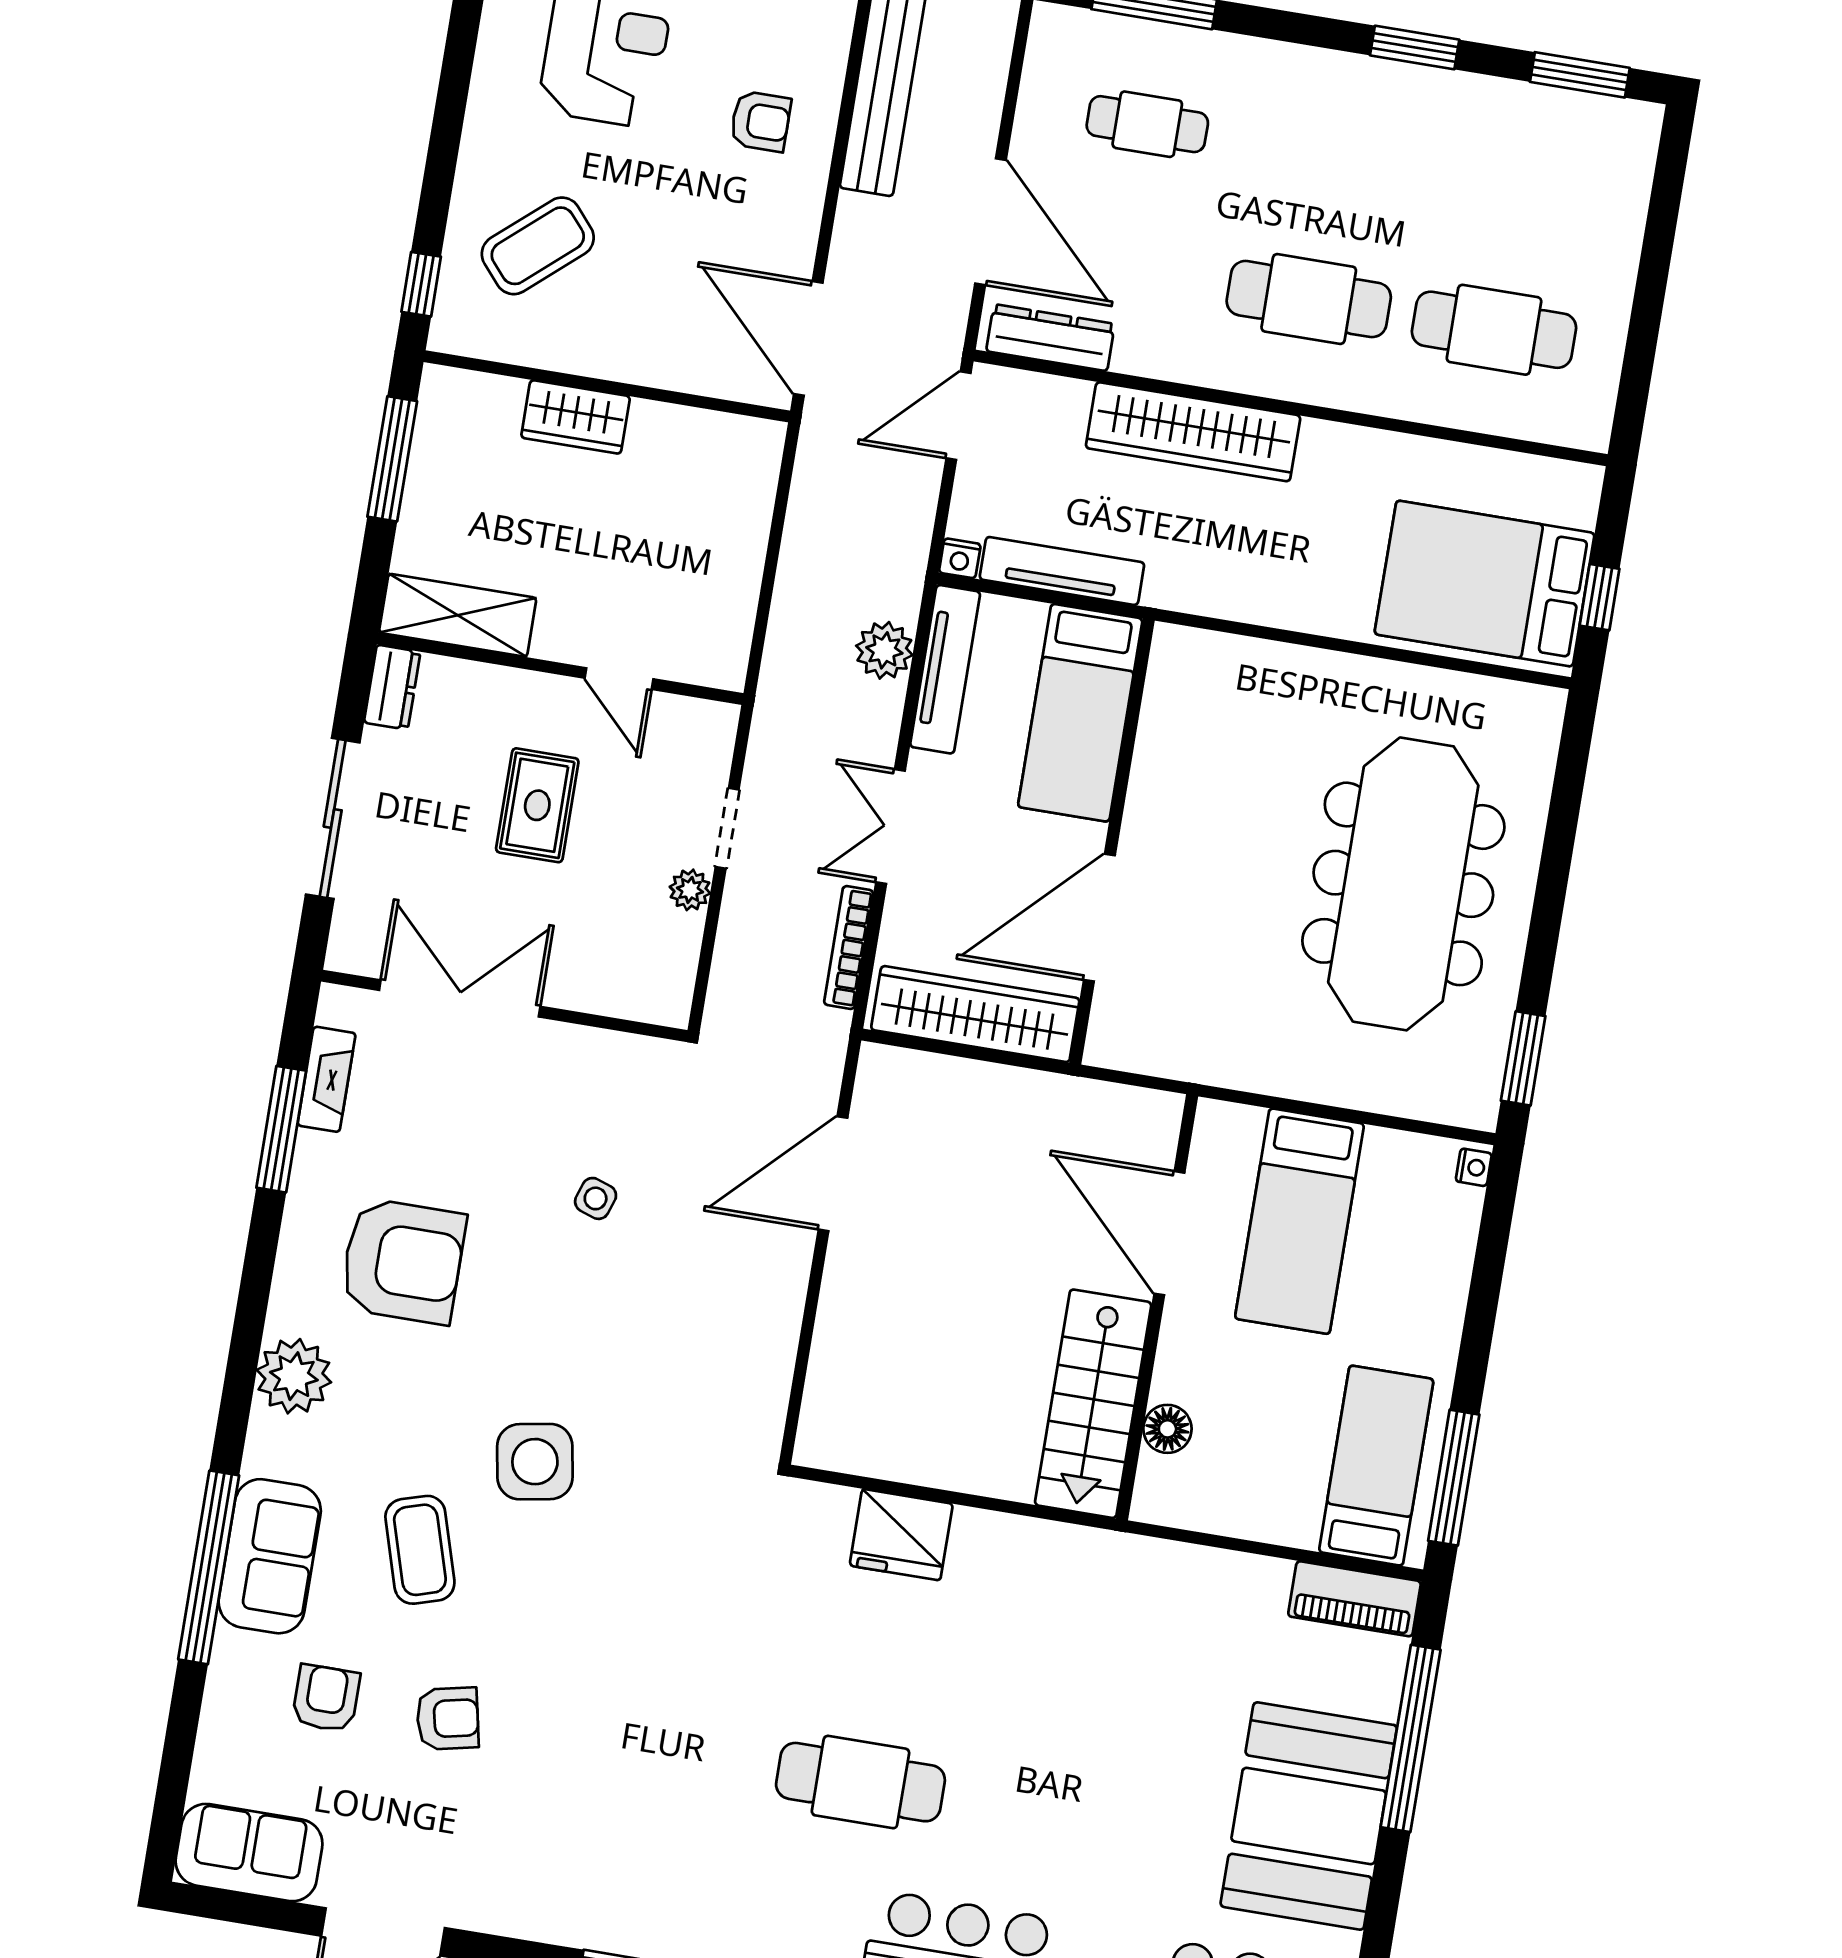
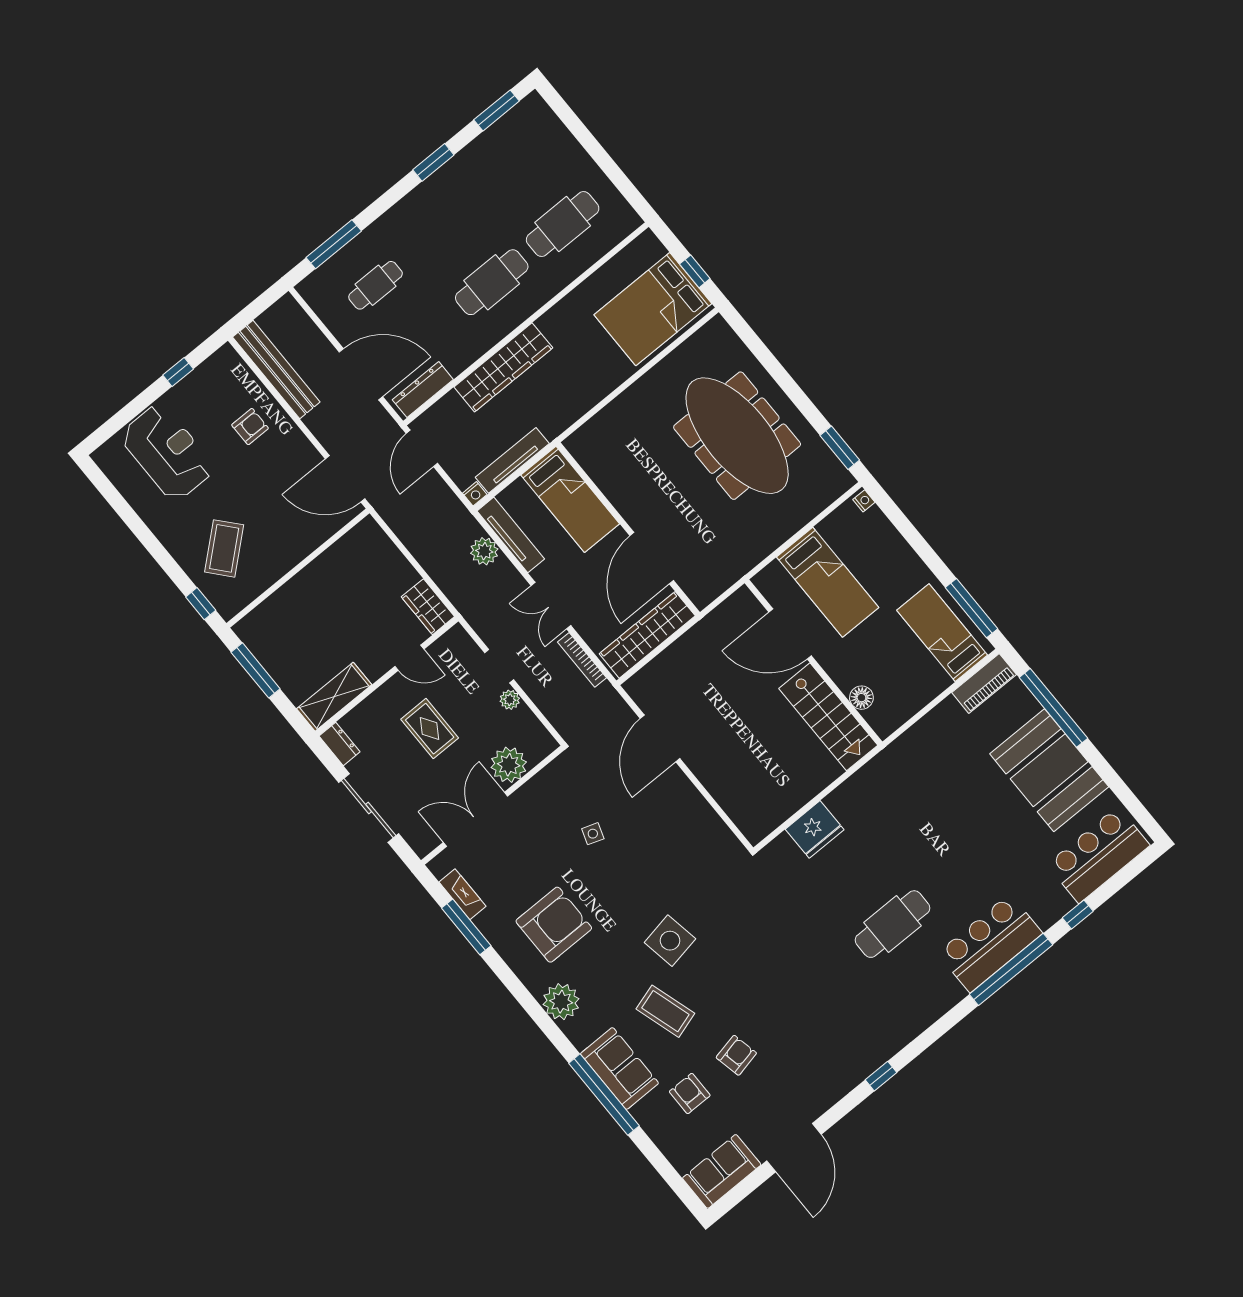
wardrobe: (576, 417) -> (428, 607), moved, turned 90
plant: (588, 976) -> (509, 765), added

